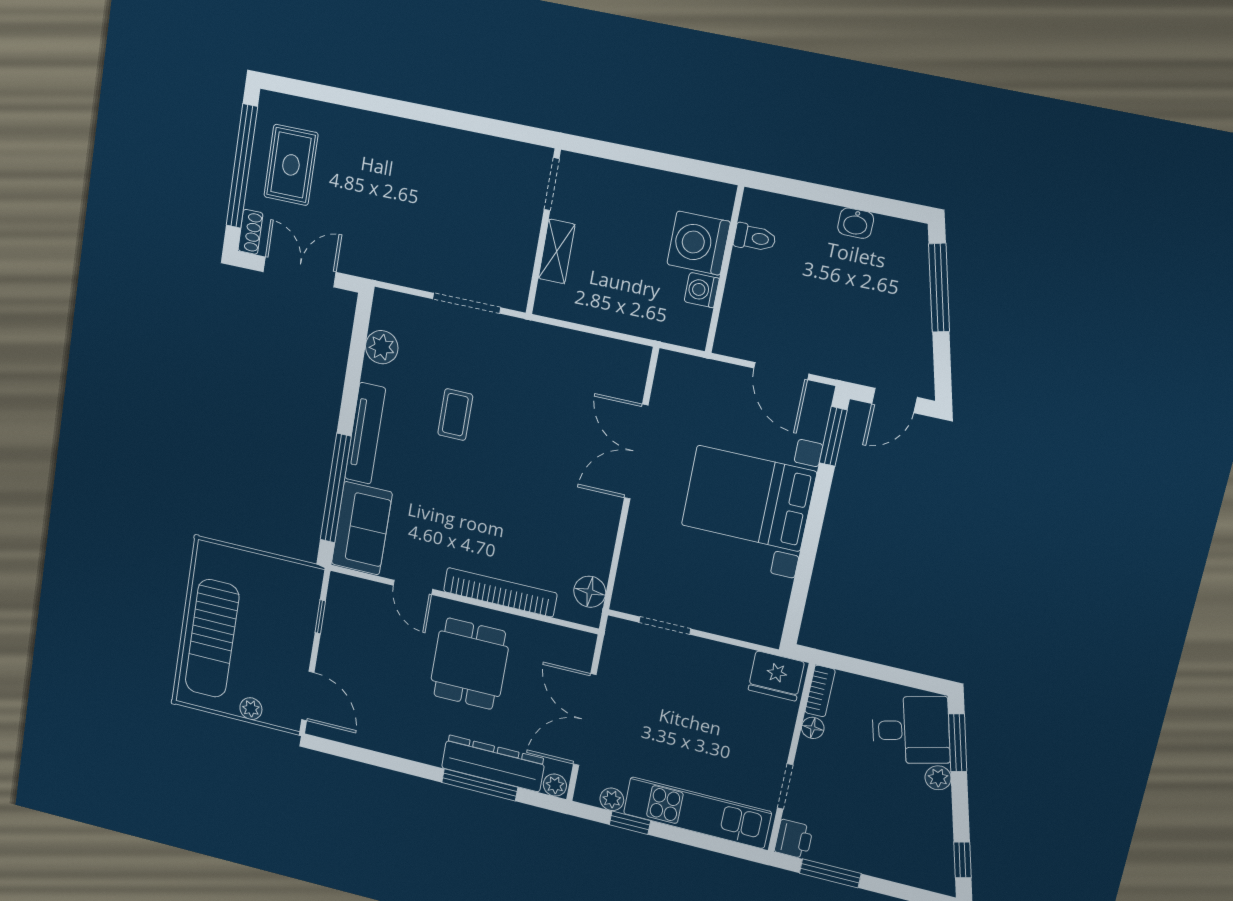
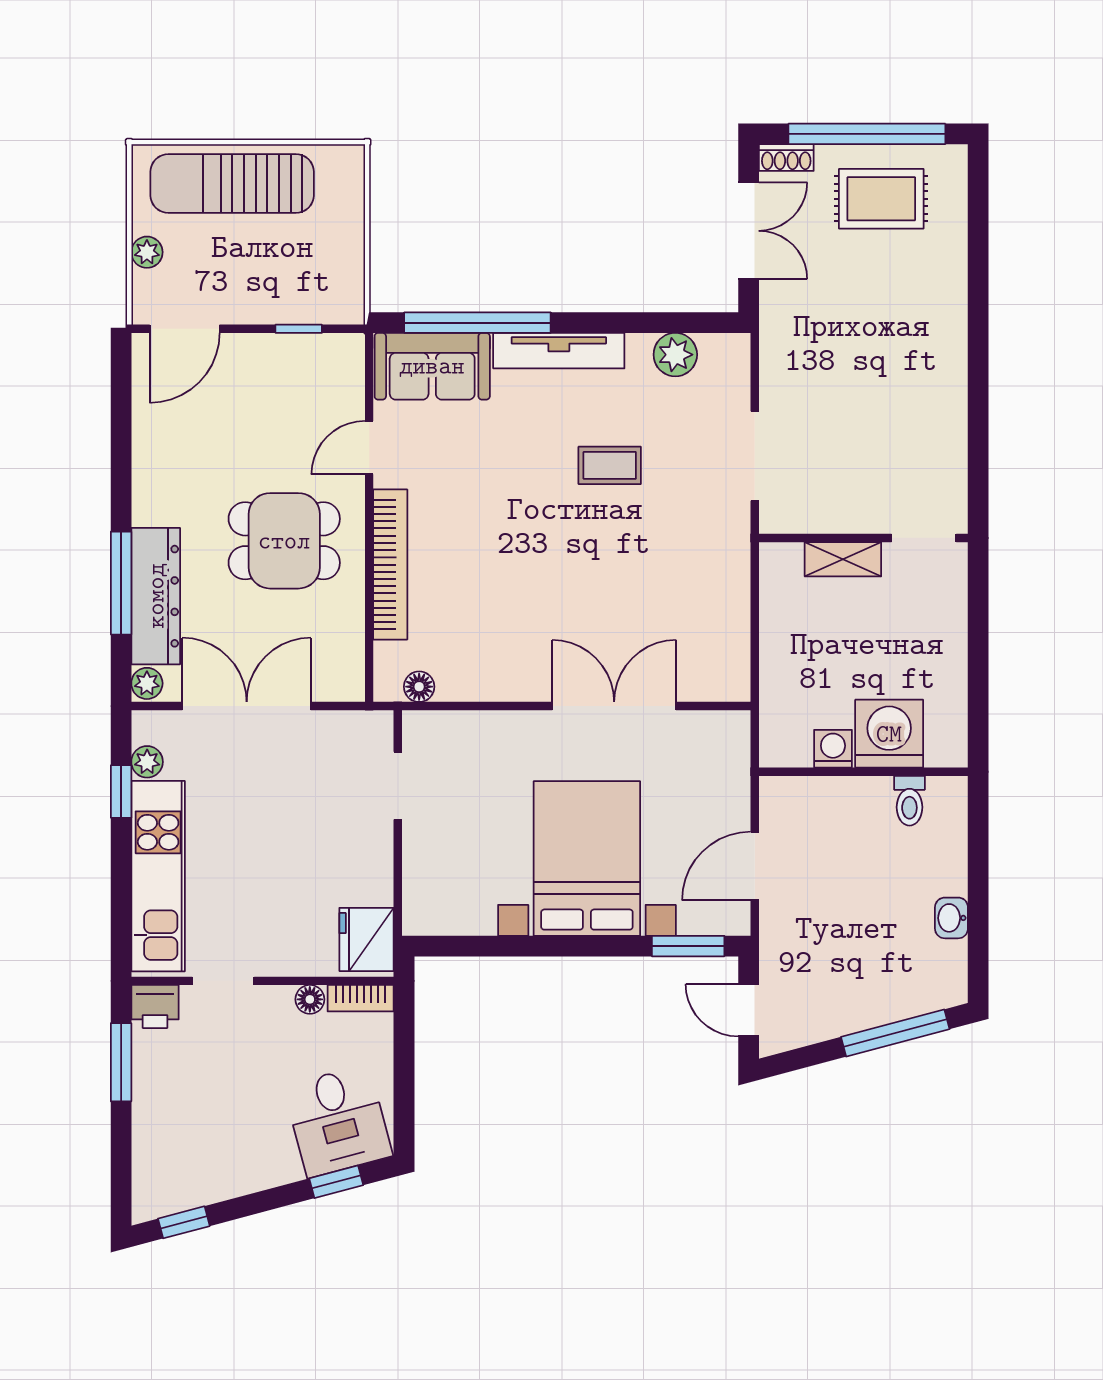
floor lamp: (590, 592) -> (419, 687), width x0.73, depth x0.73
window: (958, 743) -> (336, 1182), width x0.67
plant: (938, 778) -> (284, 1168), removed

